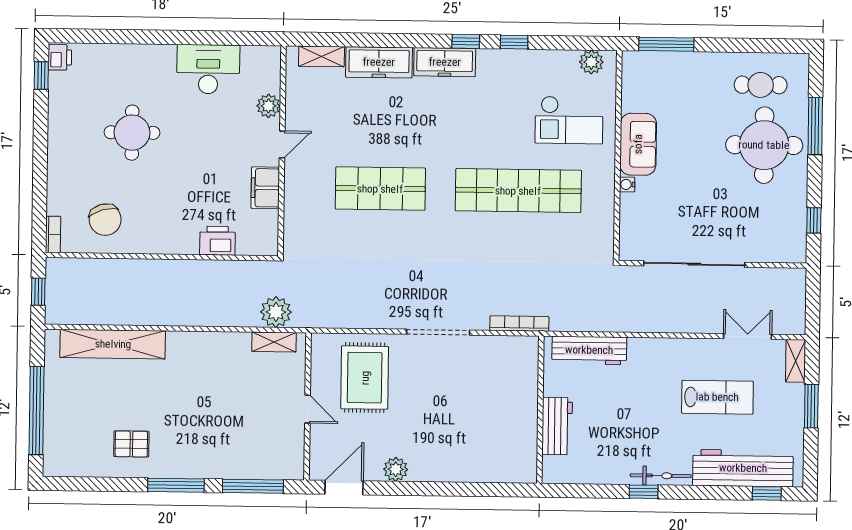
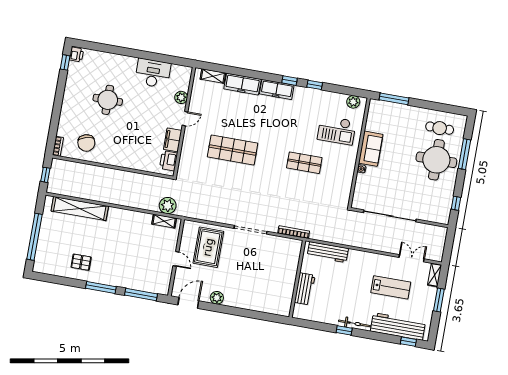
shop shelf: (518, 191) -> (304, 163), width x0.50, depth x0.74
printer: (217, 241) -> (169, 161), moved, turned -90

